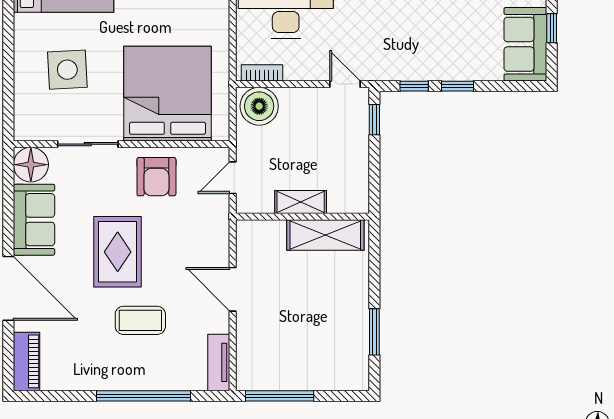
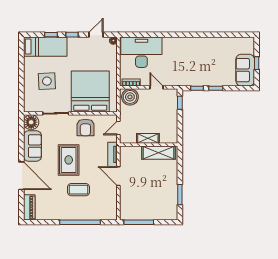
door: (345, 84) -> (156, 87), moved
tv unit: (219, 362) -> (112, 154), moved

